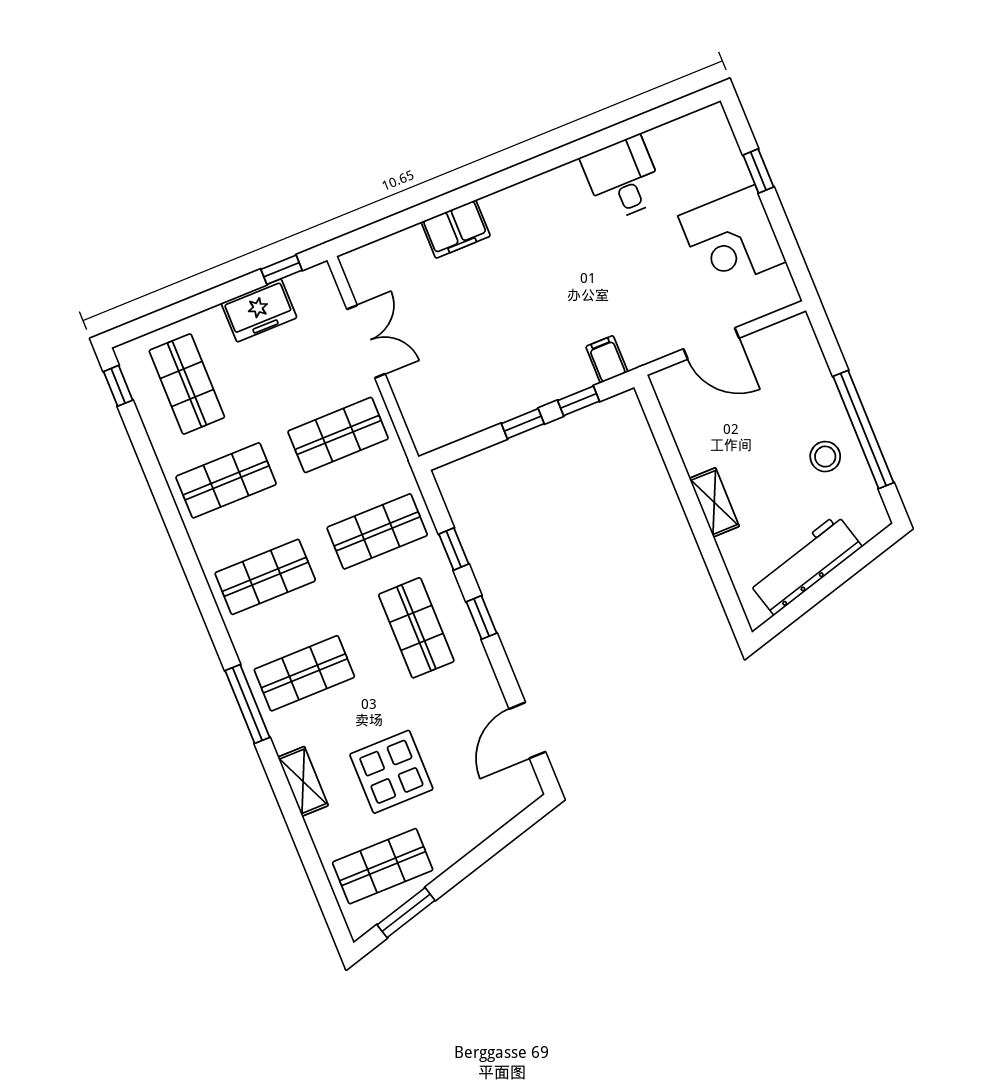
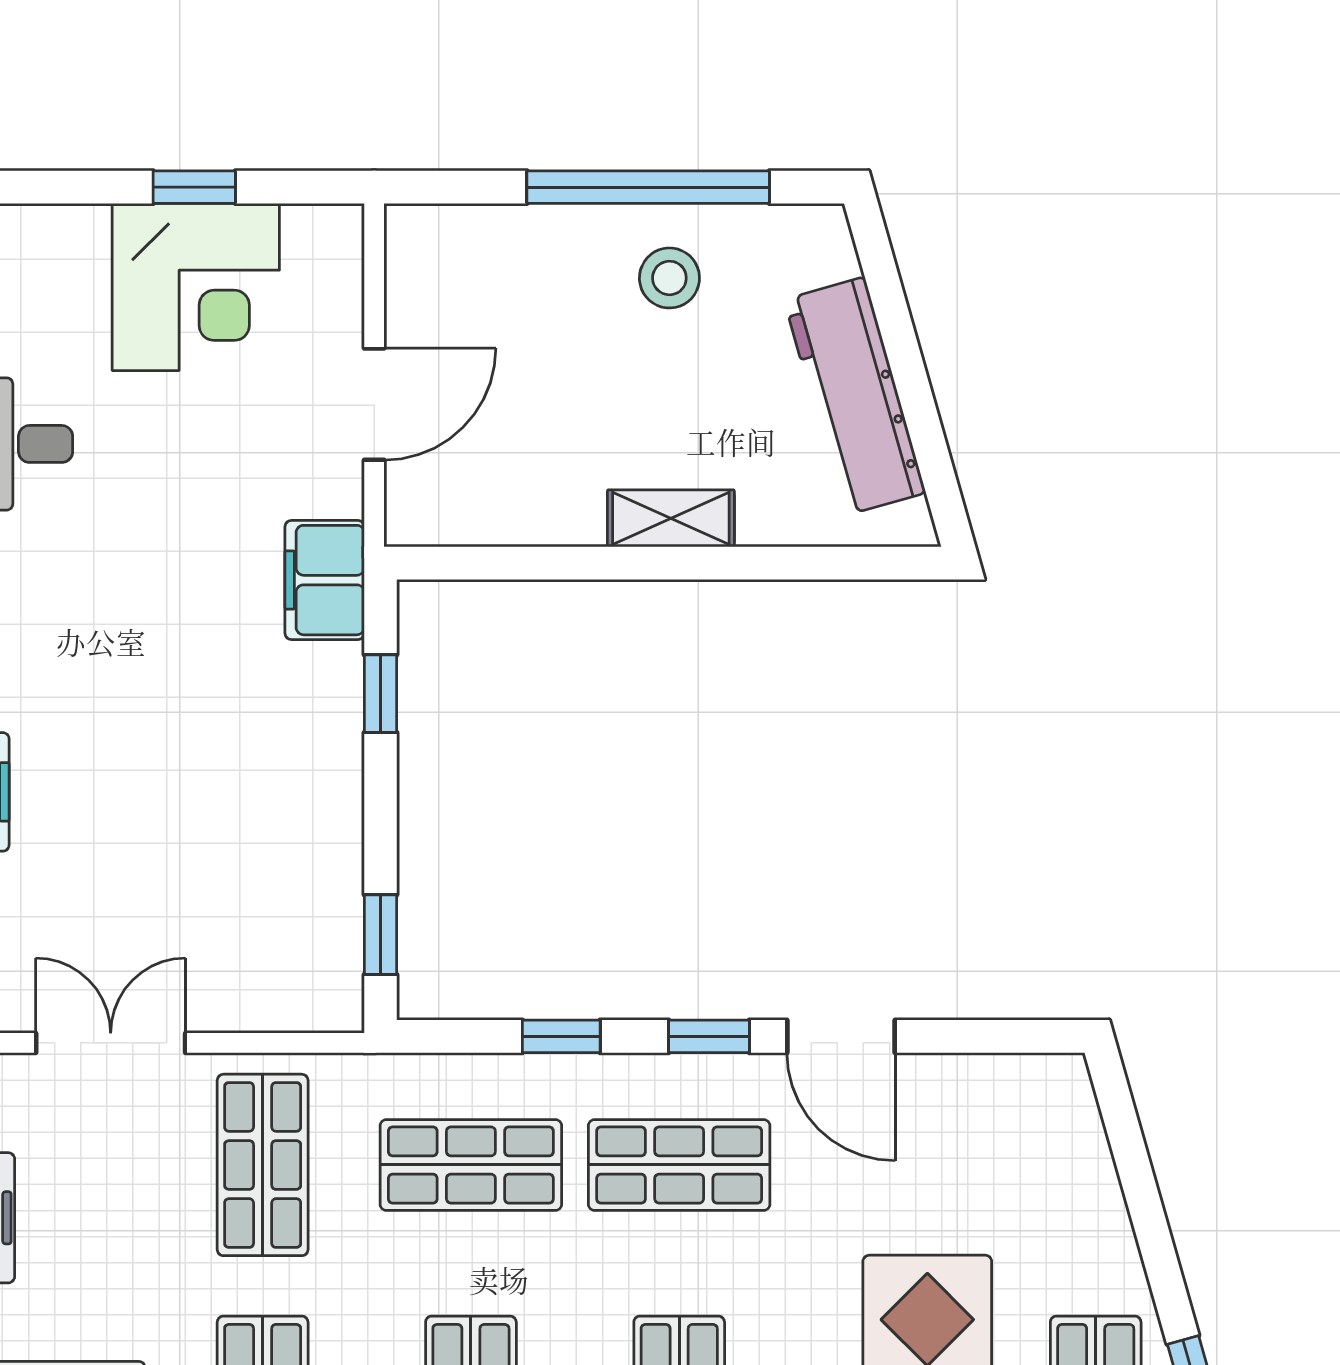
window: (758, 171) -> (194, 187), moved
filing cabinet: (607, 359) -> (325, 580), width x2.00
window: (523, 424) -> (381, 935), moved
shop shelf: (377, 531) -> (471, 1165), turned 90
door: (527, 730) -> (841, 1036), moved

